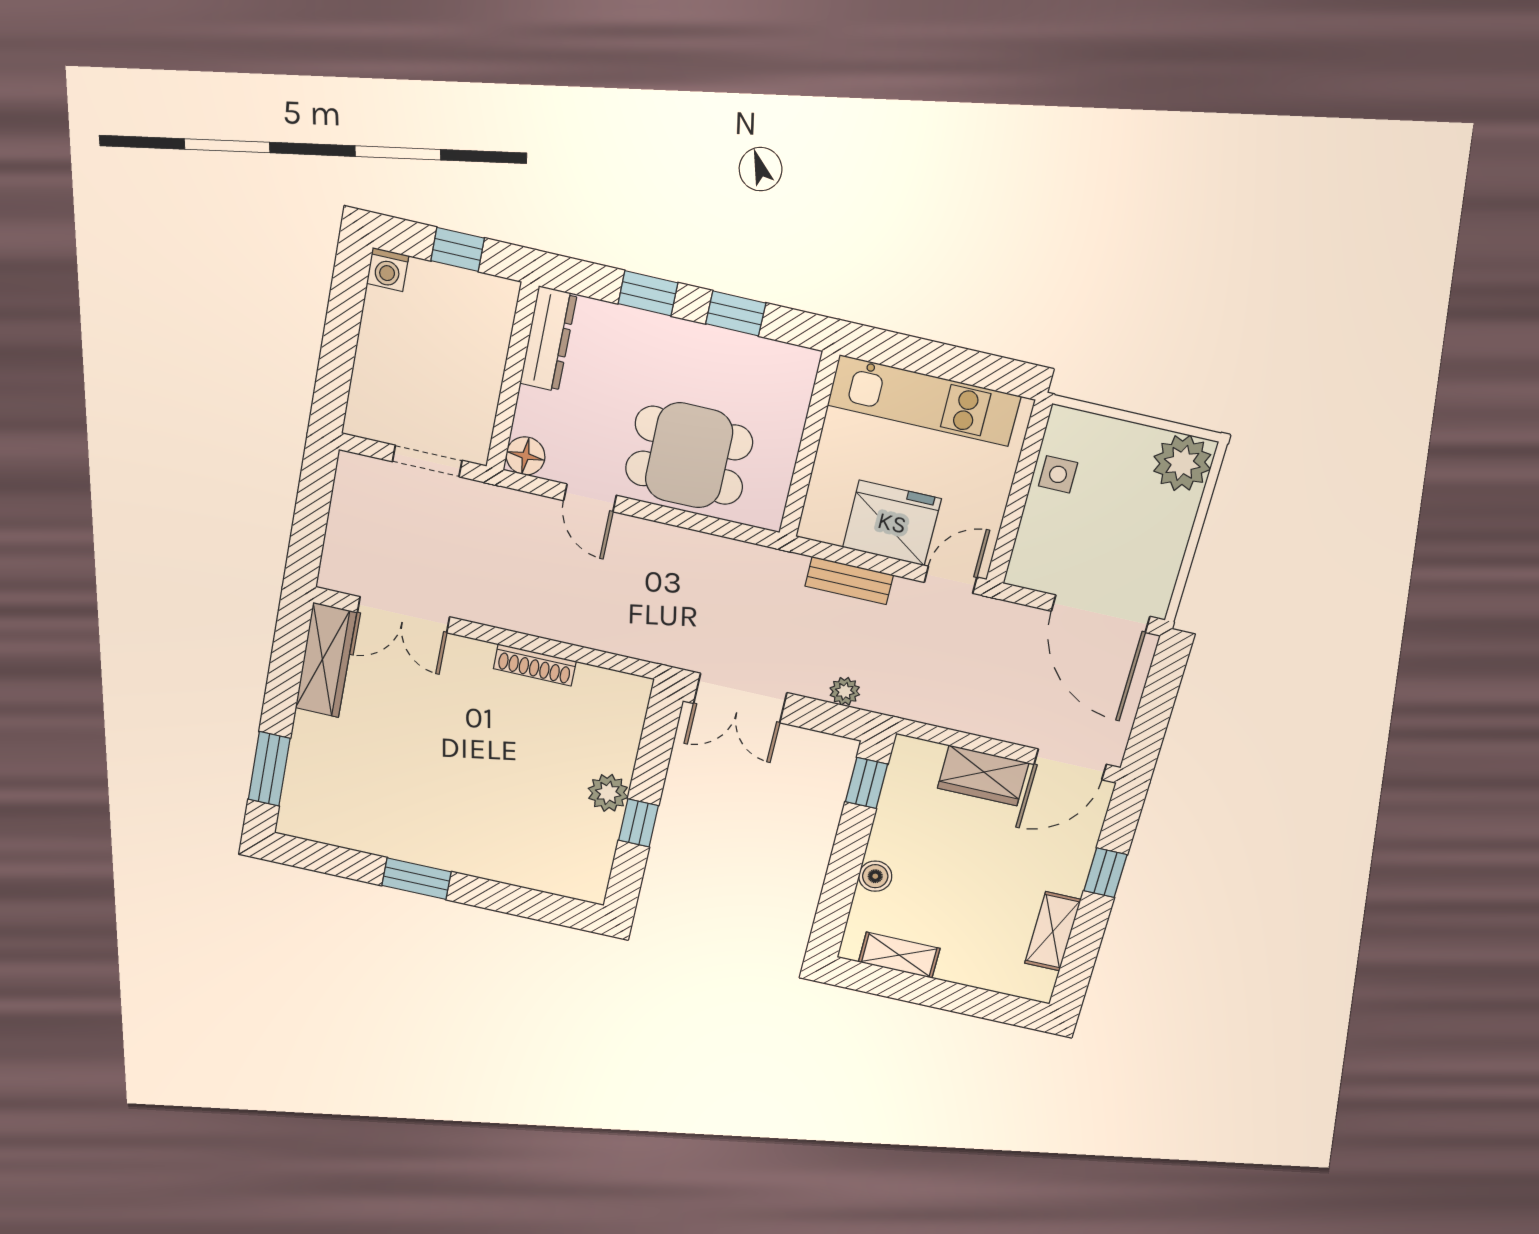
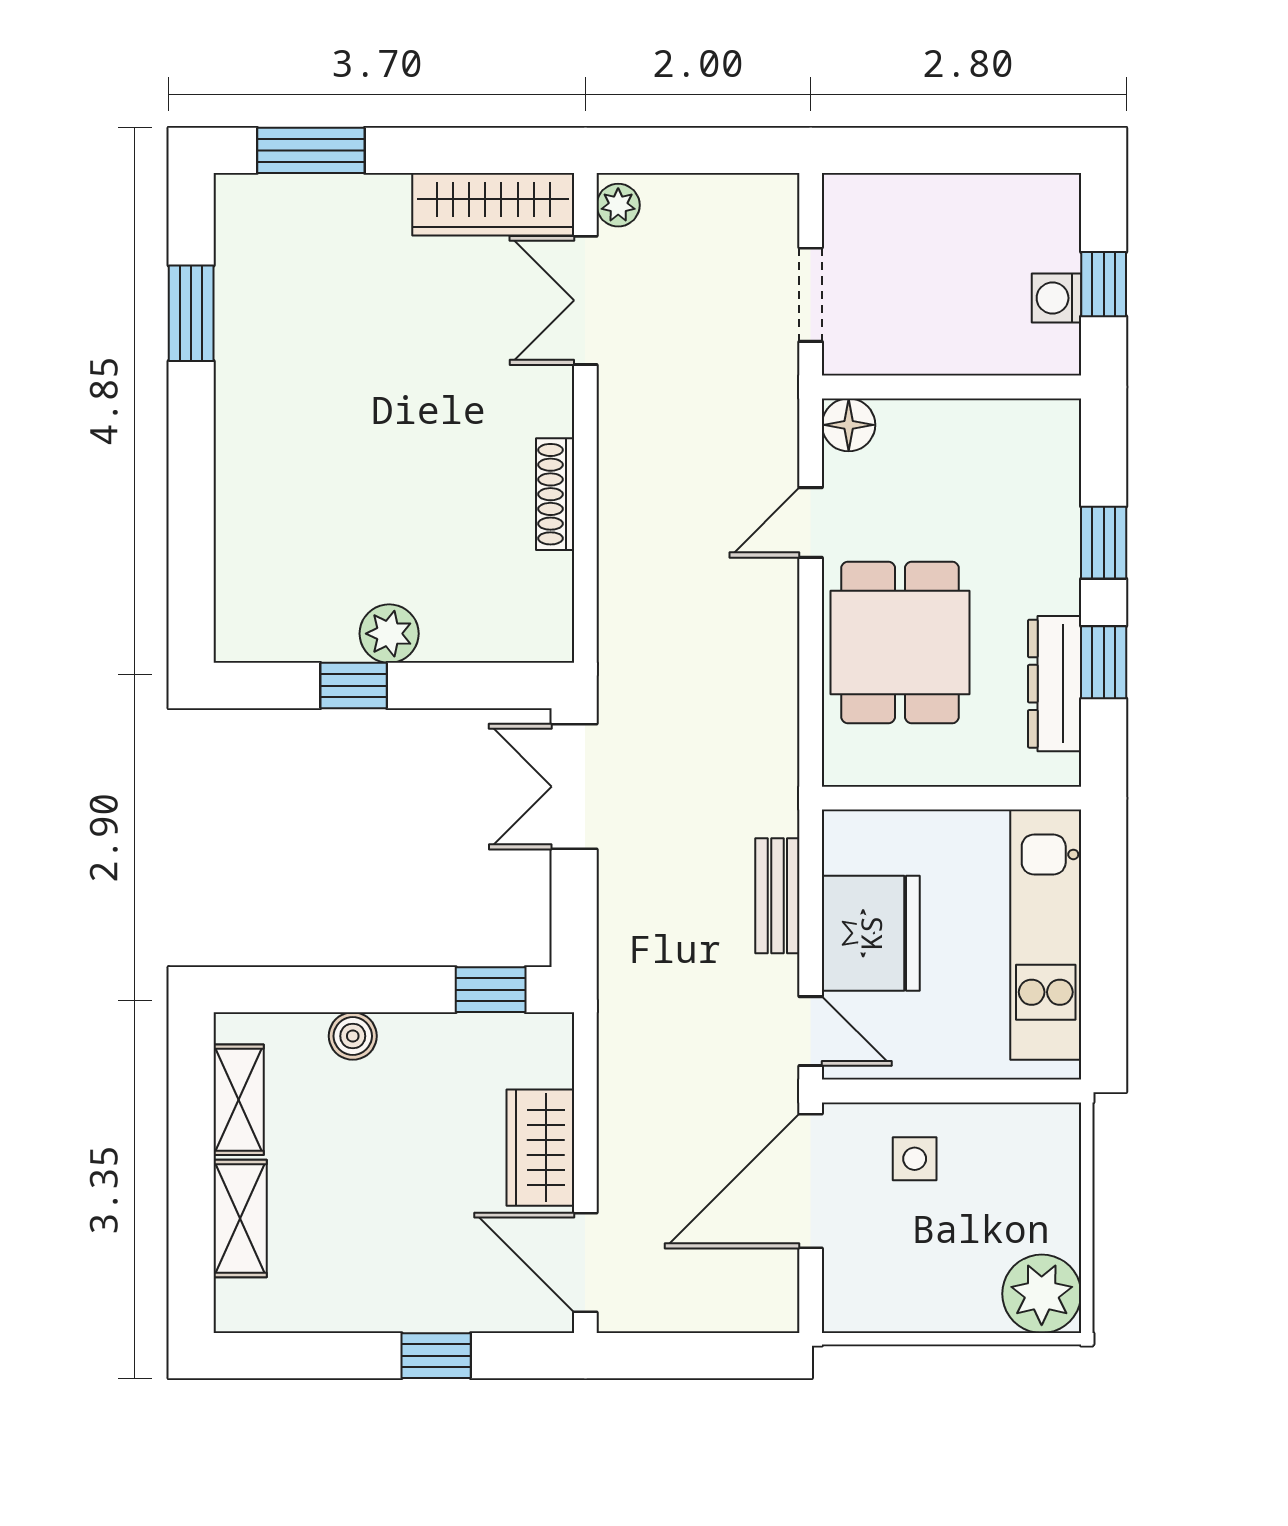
washing machine: (388, 270) -> (1056, 298), moved
dresser: (548, 339) -> (1055, 684), moved, turned 90
side table: (1058, 474) -> (915, 1159), moved
door: (1101, 614) -> (811, 1181), moved
plant: (845, 691) -> (618, 205), moved
window: (417, 879) -> (191, 313), moved
shelving: (1053, 931) -> (240, 1218), moved, turned 90

